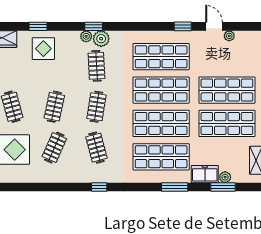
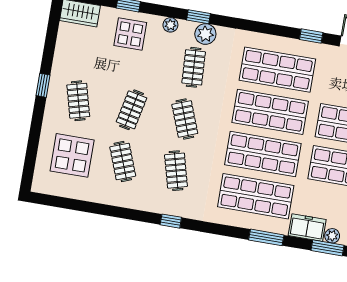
plant: (86, 36) -> (170, 25), moved
clothes rail: (96, 107) -> (185, 119), turned -30
clothes rail: (54, 148) -> (123, 161), turned -45

